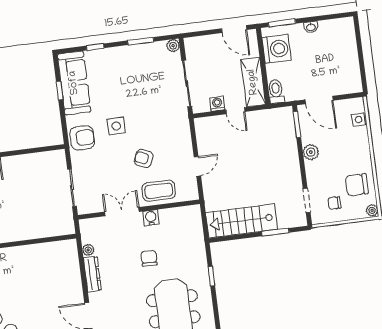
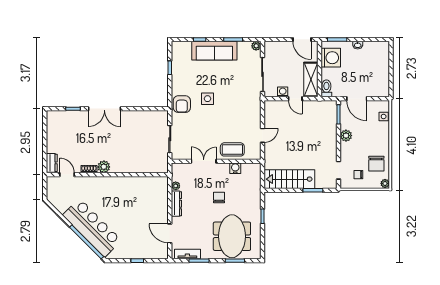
sofa: (74, 83) -> (214, 51), moved, turned 90
armchair: (82, 138) -> (182, 104), turned 90
armchair: (144, 158) -> (224, 125), removed
chair: (357, 185) -> (376, 164), turned -90
water cooler: (151, 218) -> (235, 168), moved

